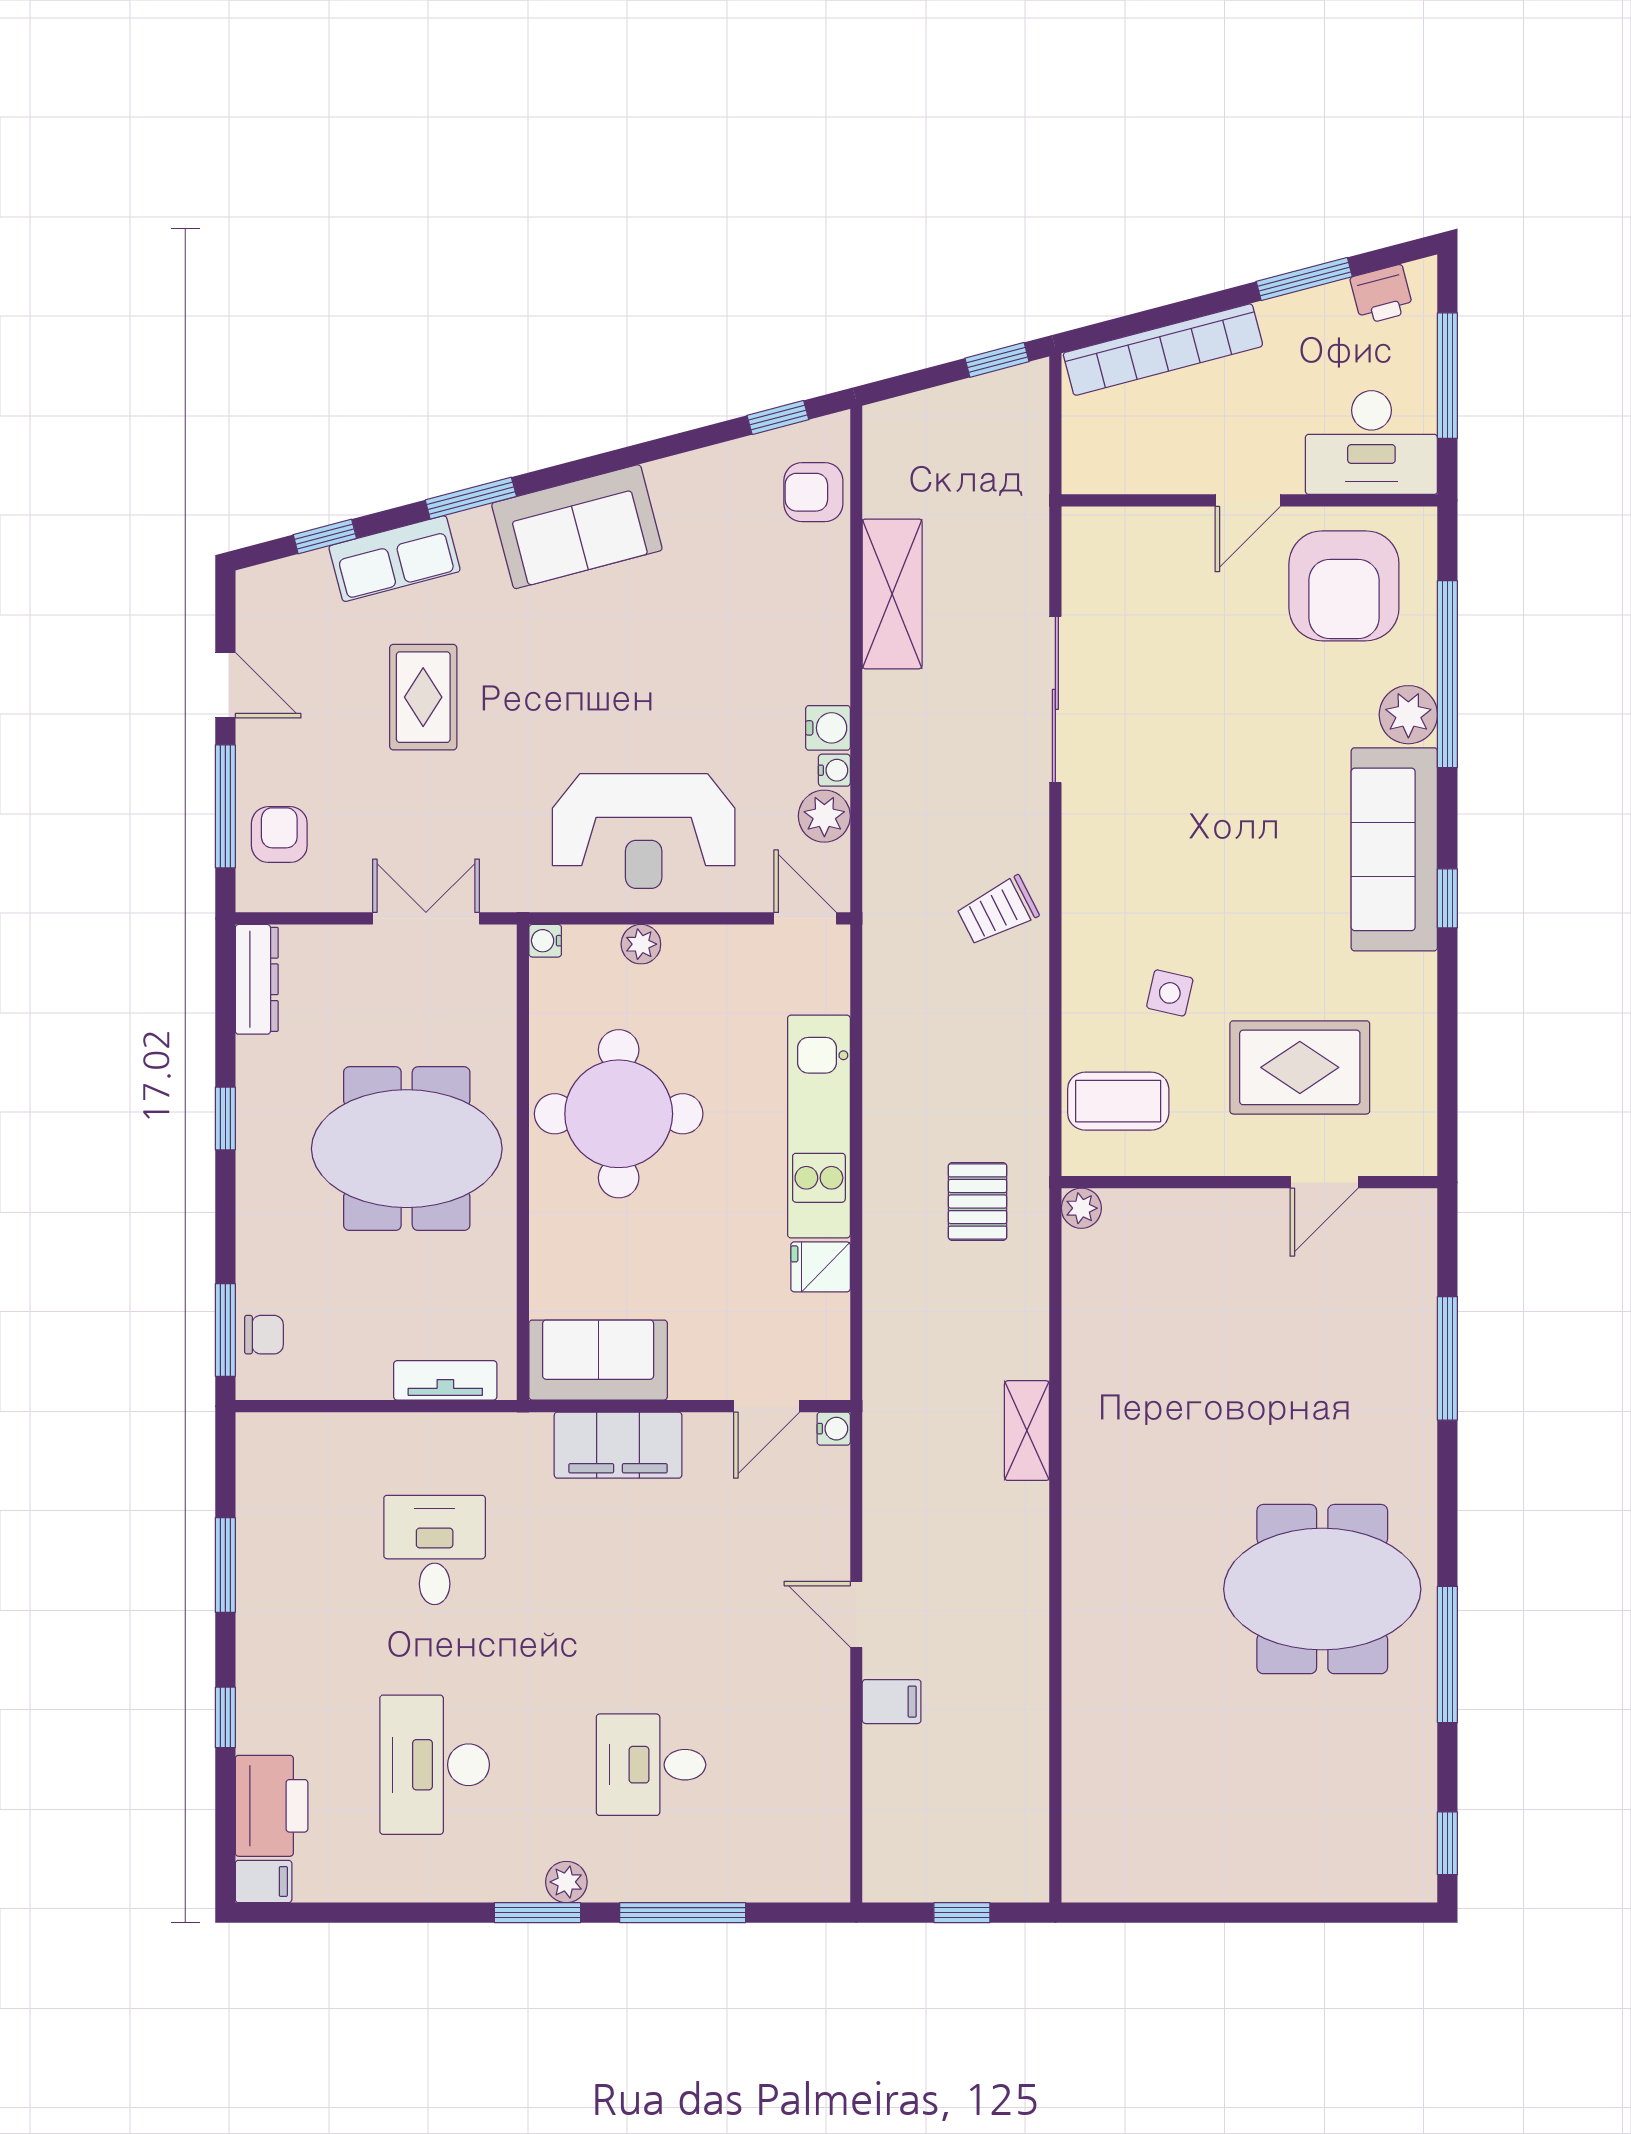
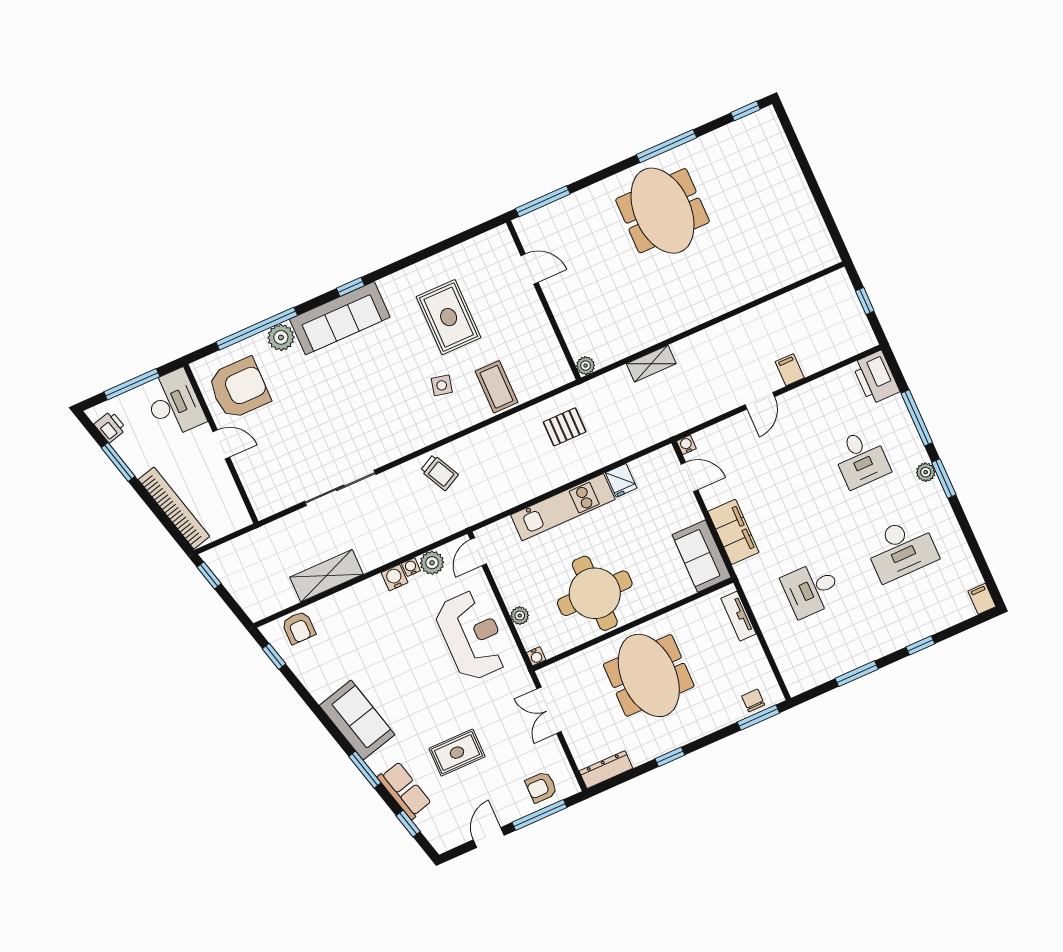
wall: (1249, 1182) -> (543, 300), moved
door: (1324, 1182) -> (529, 269), moved
plant: (1081, 1208) -> (586, 366), moved
printer: (272, 1806) -> (876, 377), moved, turned -90

